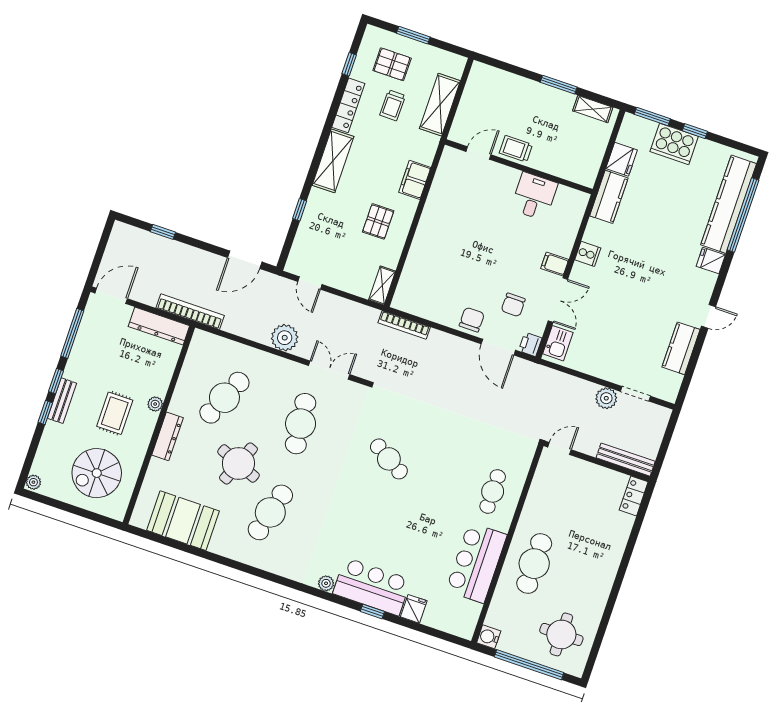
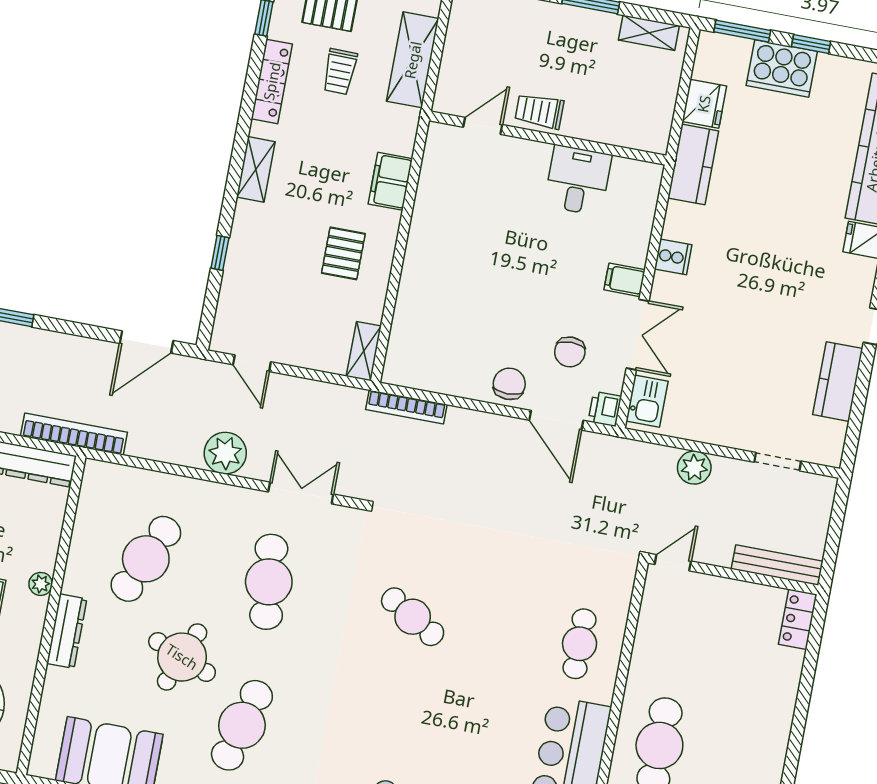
shelving: (333, 161) -> (256, 169), width x0.67, depth x0.75
plant: (606, 398) -> (694, 468), moved

